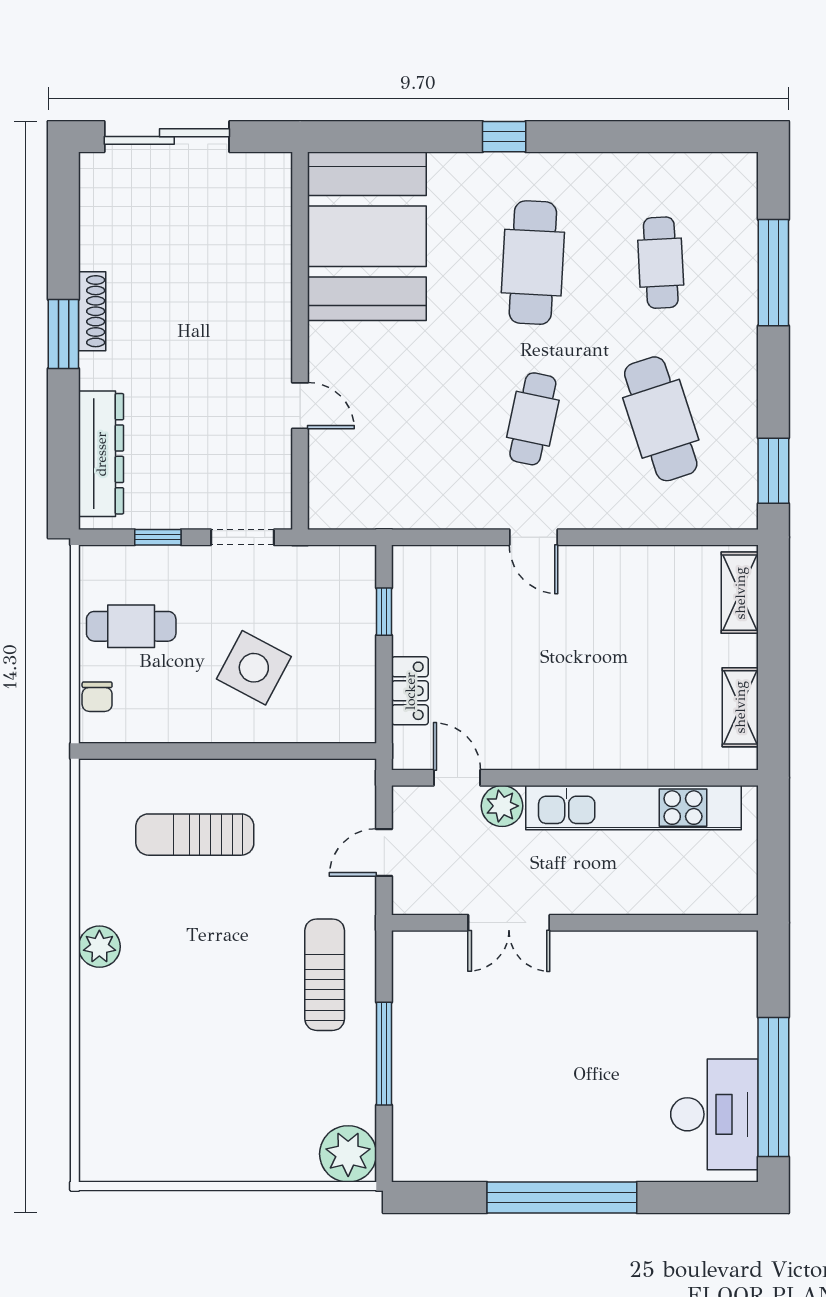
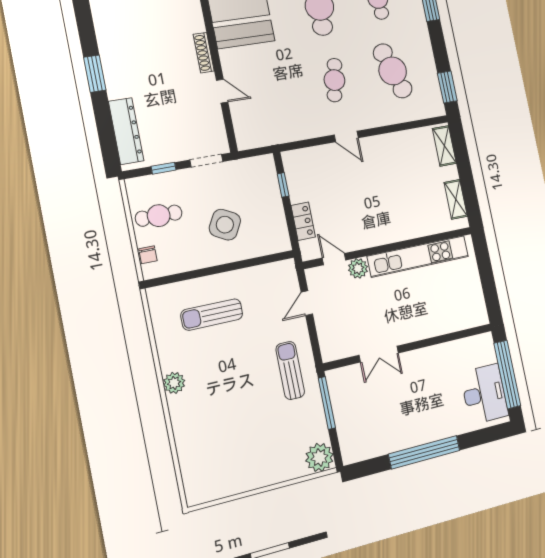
shoe rack: (92, 311) -> (204, 53), moved, turned 180
double door: (509, 923) -> (379, 354), moved
wall: (575, 923) -> (409, 347), moved

